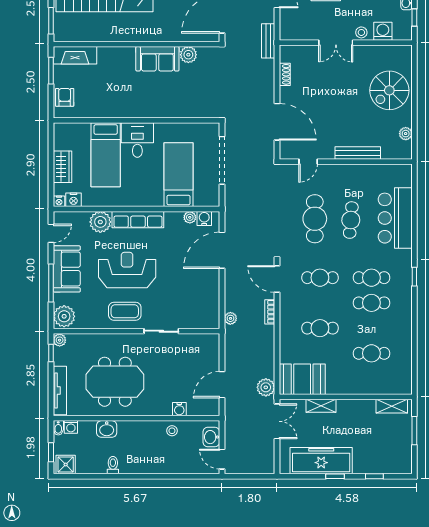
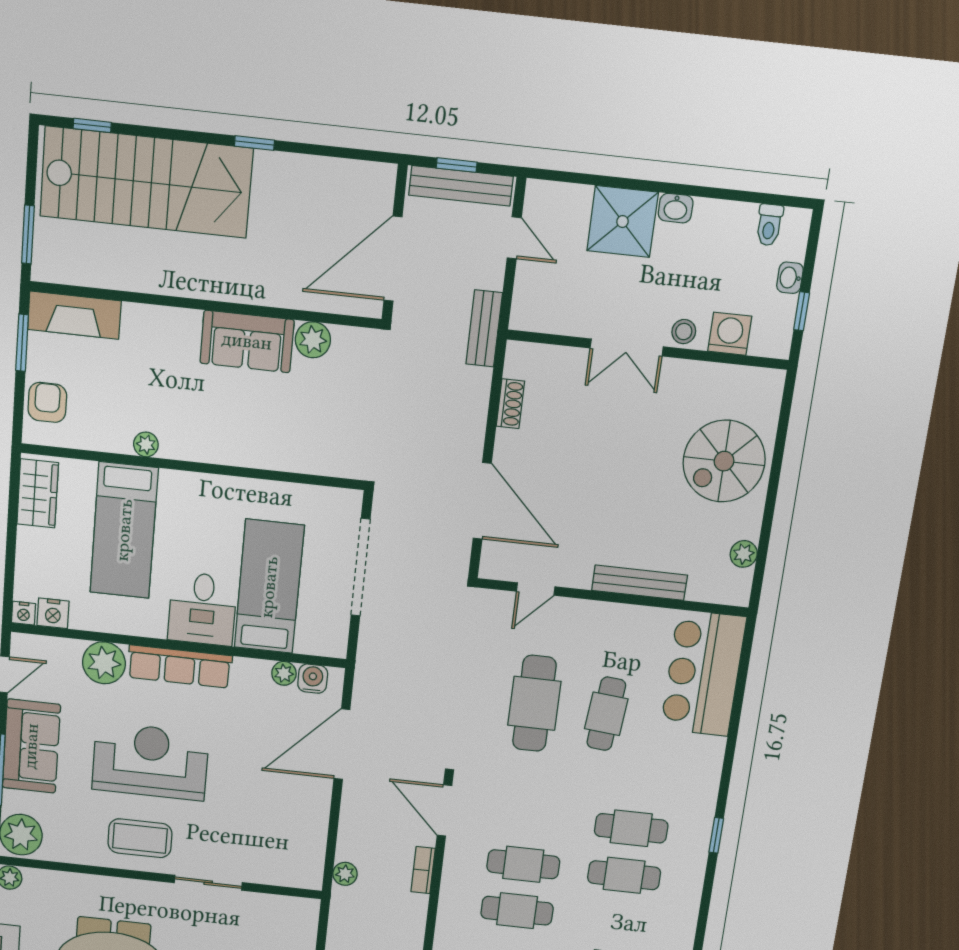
plant: (113, 112) -> (146, 444), added
desk: (137, 140) -> (202, 609), moved, turned 180
wardrobe: (63, 167) -> (38, 493), moved
bar counter: (395, 218) -> (703, 673), moved
cafe table: (320, 278) -> (523, 864), moved

